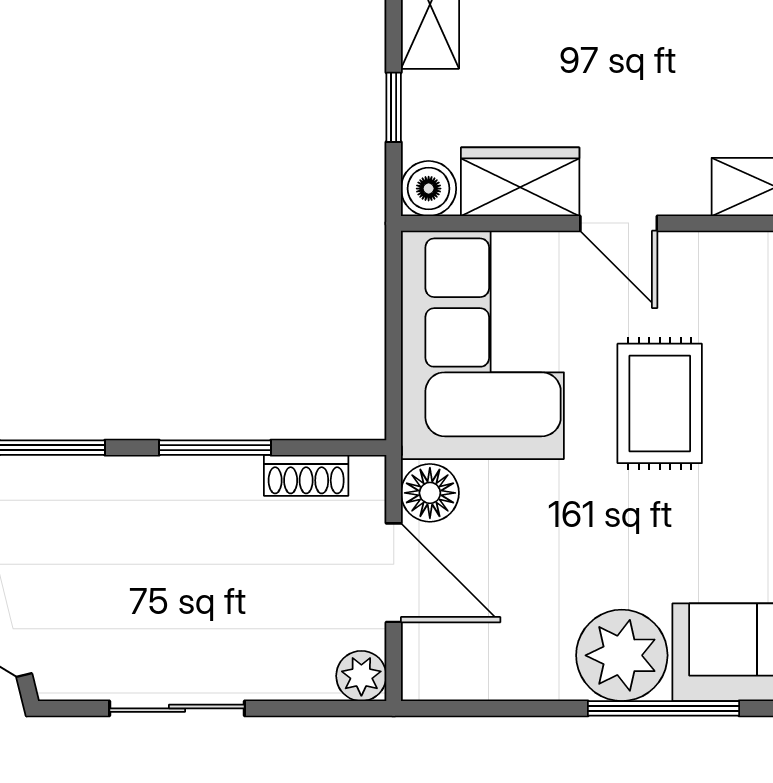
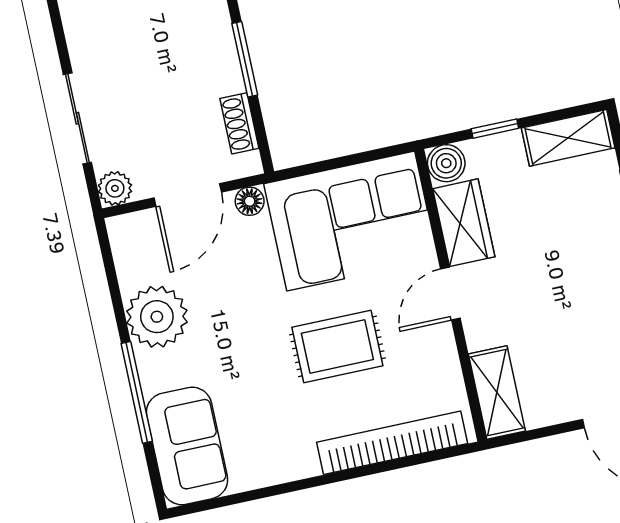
floor lamp: (430, 493) -> (250, 201), width x0.73, depth x0.73
plant: (622, 655) -> (157, 317), moved
sliding door: (177, 708) -> (77, 118), moved

